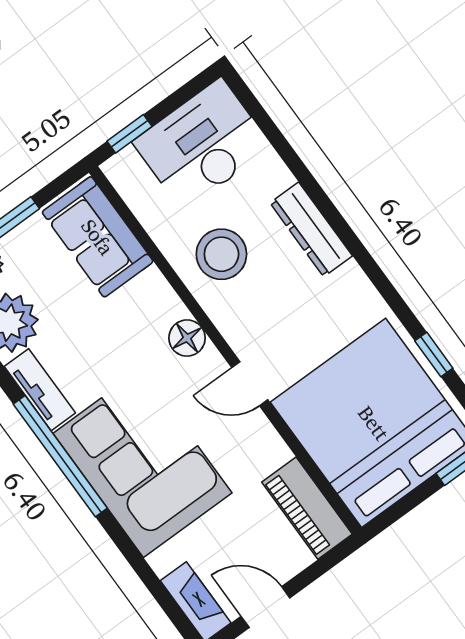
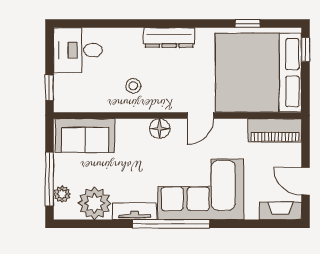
desk: (202, 144) -> (78, 50), width x0.73
dresser: (311, 229) -> (169, 38), moved
stool: (221, 254) -> (133, 86), width x0.53, depth x0.53
door: (265, 607) -> (306, 181), hinge flipped

